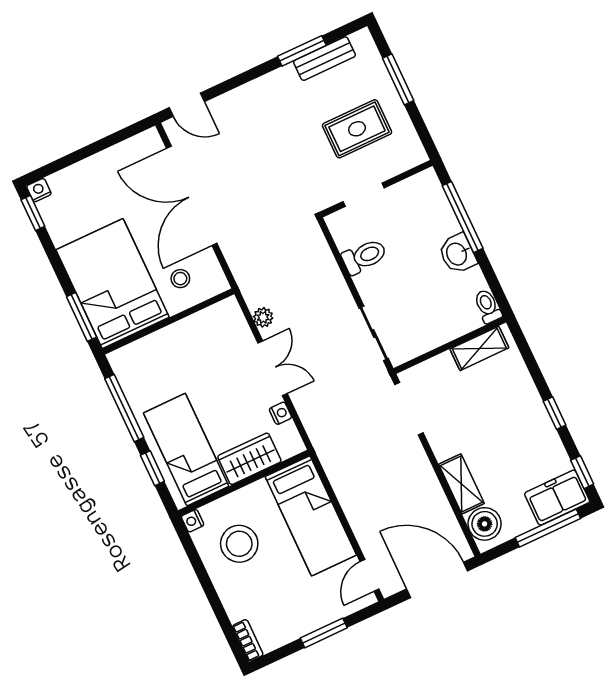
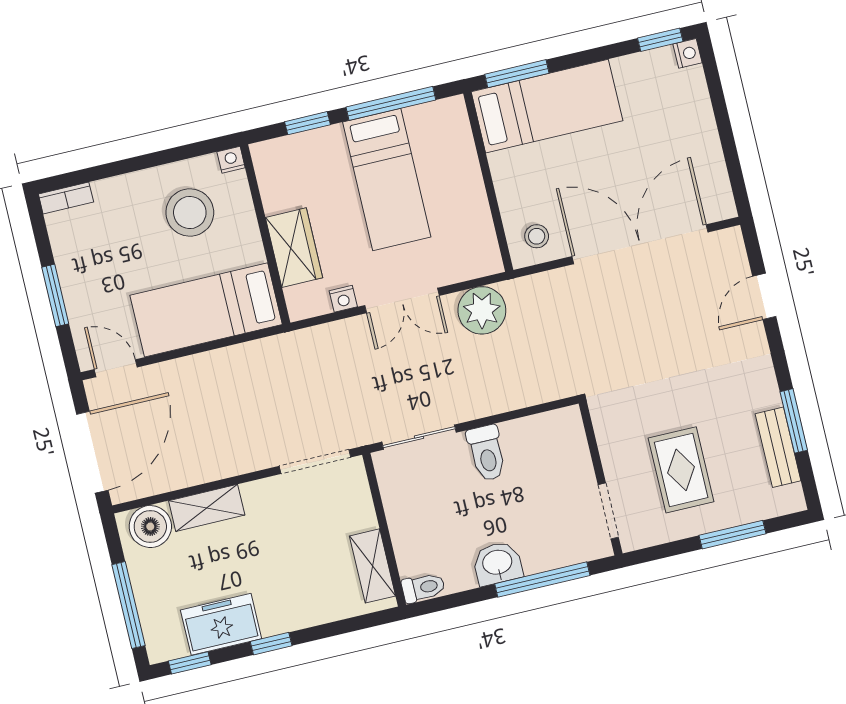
door: (187, 105) -> (764, 296), moved
doorway: (364, 195) -> (608, 511), moved
toilet: (364, 256) -> (487, 453), moved
stool: (180, 279) -> (537, 236), moved
bed: (113, 284) -> (547, 106), width x0.67
plant: (263, 317) -> (482, 310), width x1.87, depth x1.87
bed: (186, 450) -> (387, 179), moved, turned 90
freezer: (557, 498) -> (221, 624), moved, turned -90

